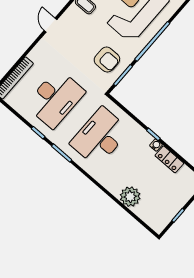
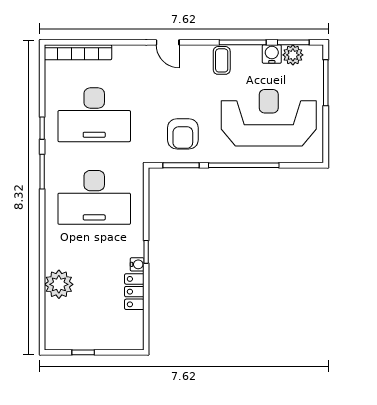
door: (51, 25) -> (168, 42), swing flipped
desk: (100, 137) -> (94, 197), turned 180

